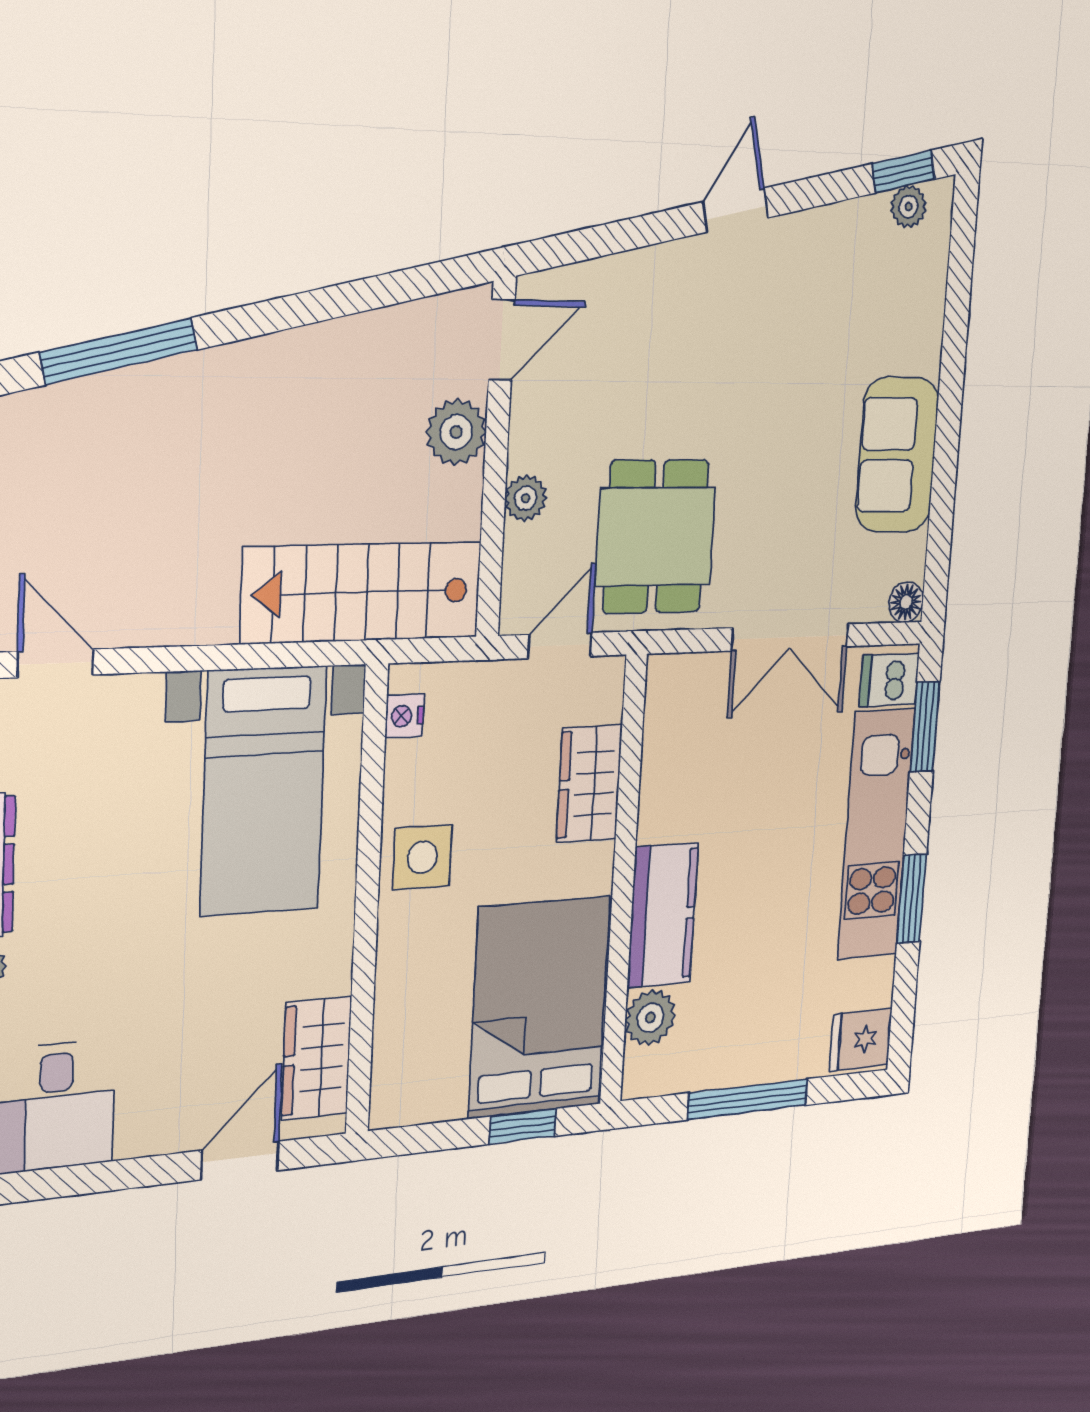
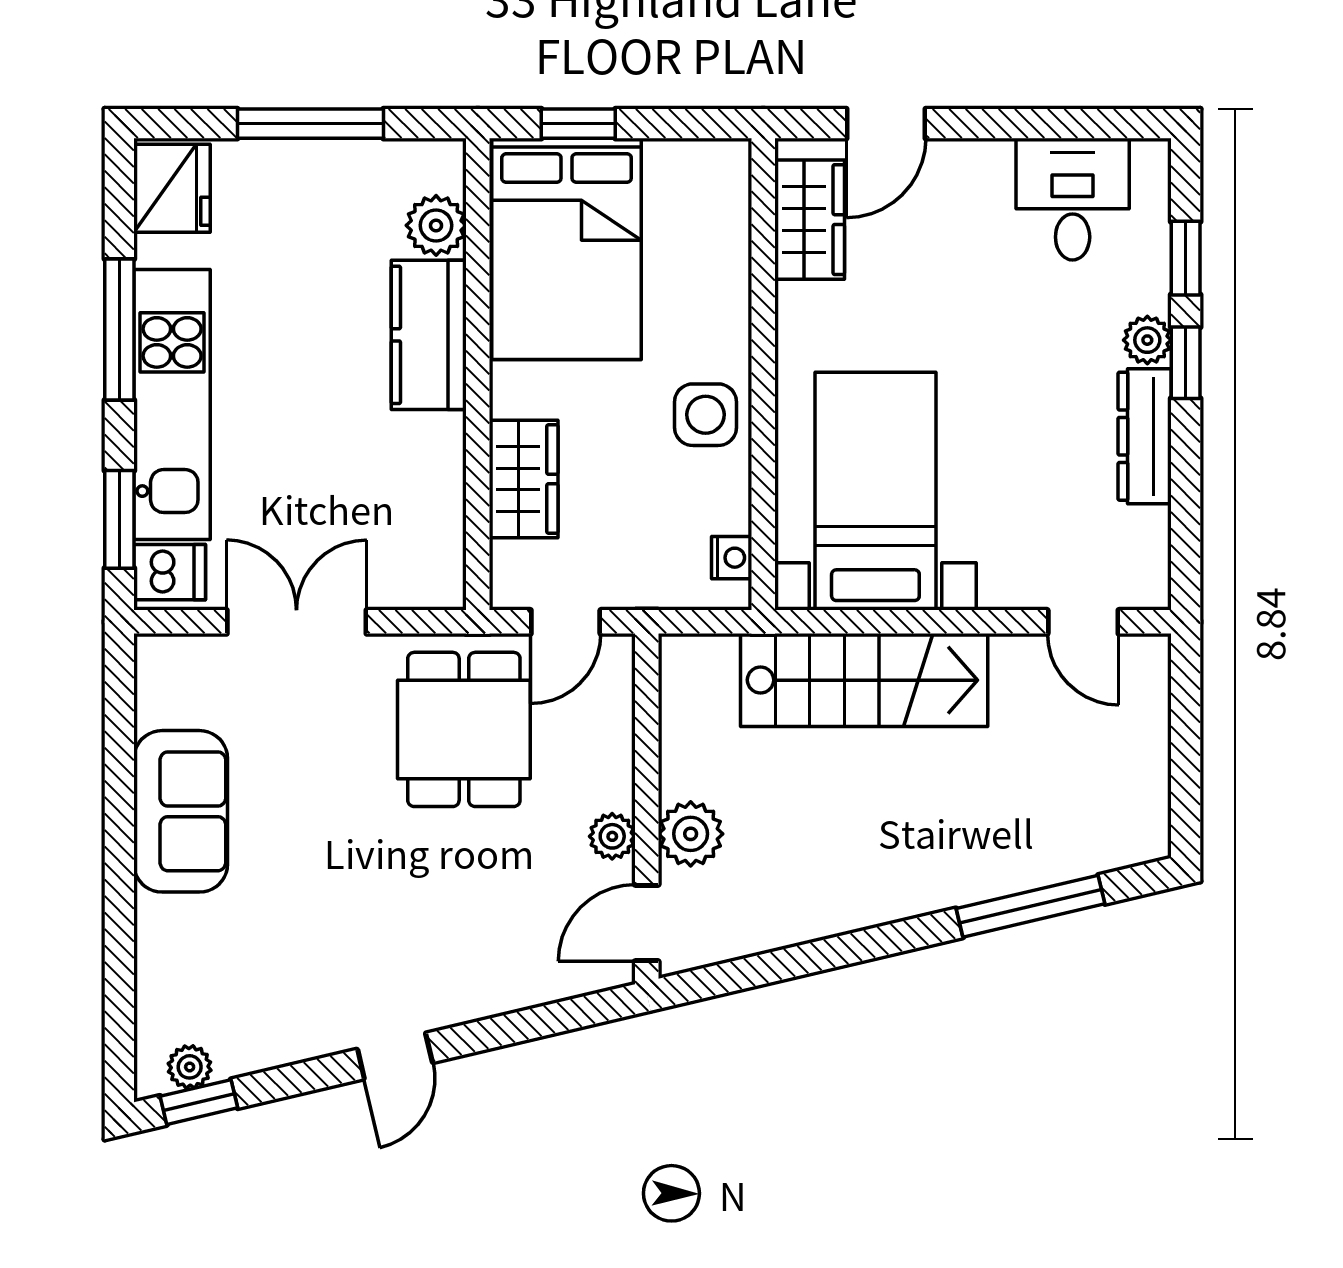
plant: (526, 498) -> (612, 836), moved
stairs: (362, 593) -> (864, 680), moved
floor lamp: (906, 602) -> (156, 655), removed
window: (912, 899) -> (119, 329), width x1.44
fridge: (861, 1040) -> (172, 188), width x1.38

